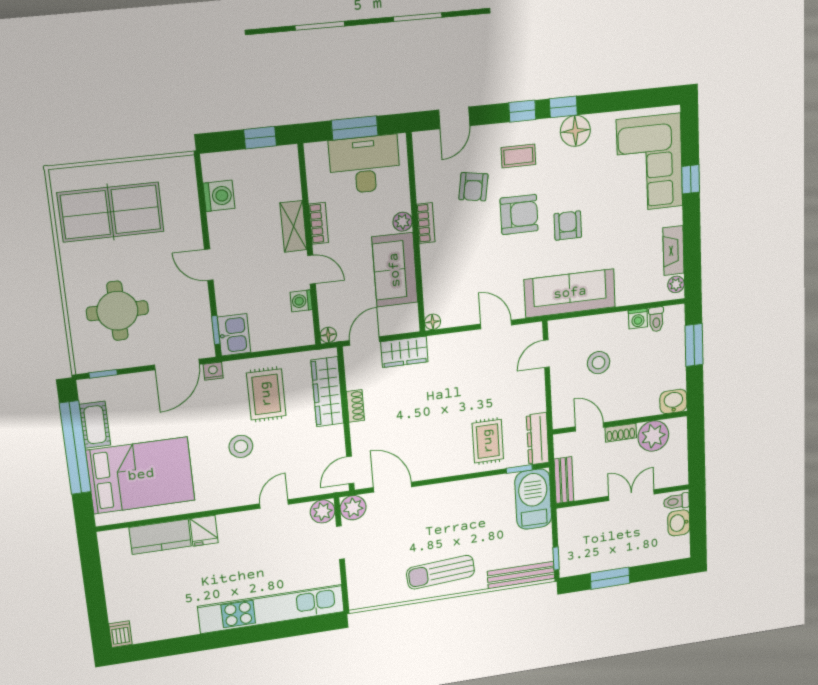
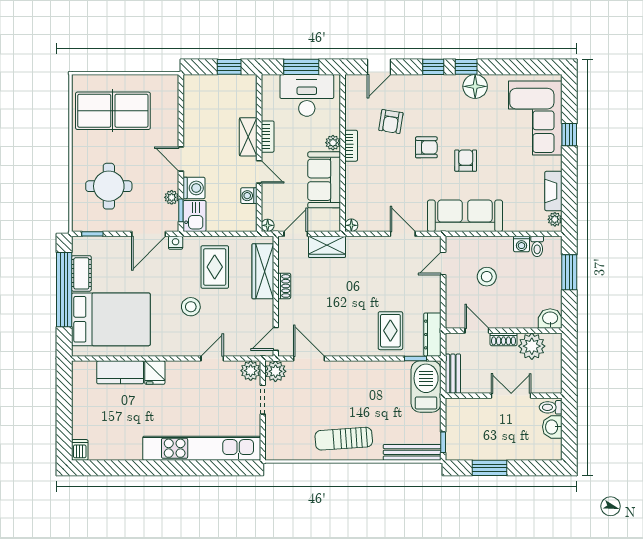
coffee table: (518, 156) -> (428, 101), removed
washing machine: (219, 196) -> (194, 188), moved
armchair: (519, 214) -> (426, 147), width x0.72, depth x0.72
plant: (202, 315) -> (172, 197), added

